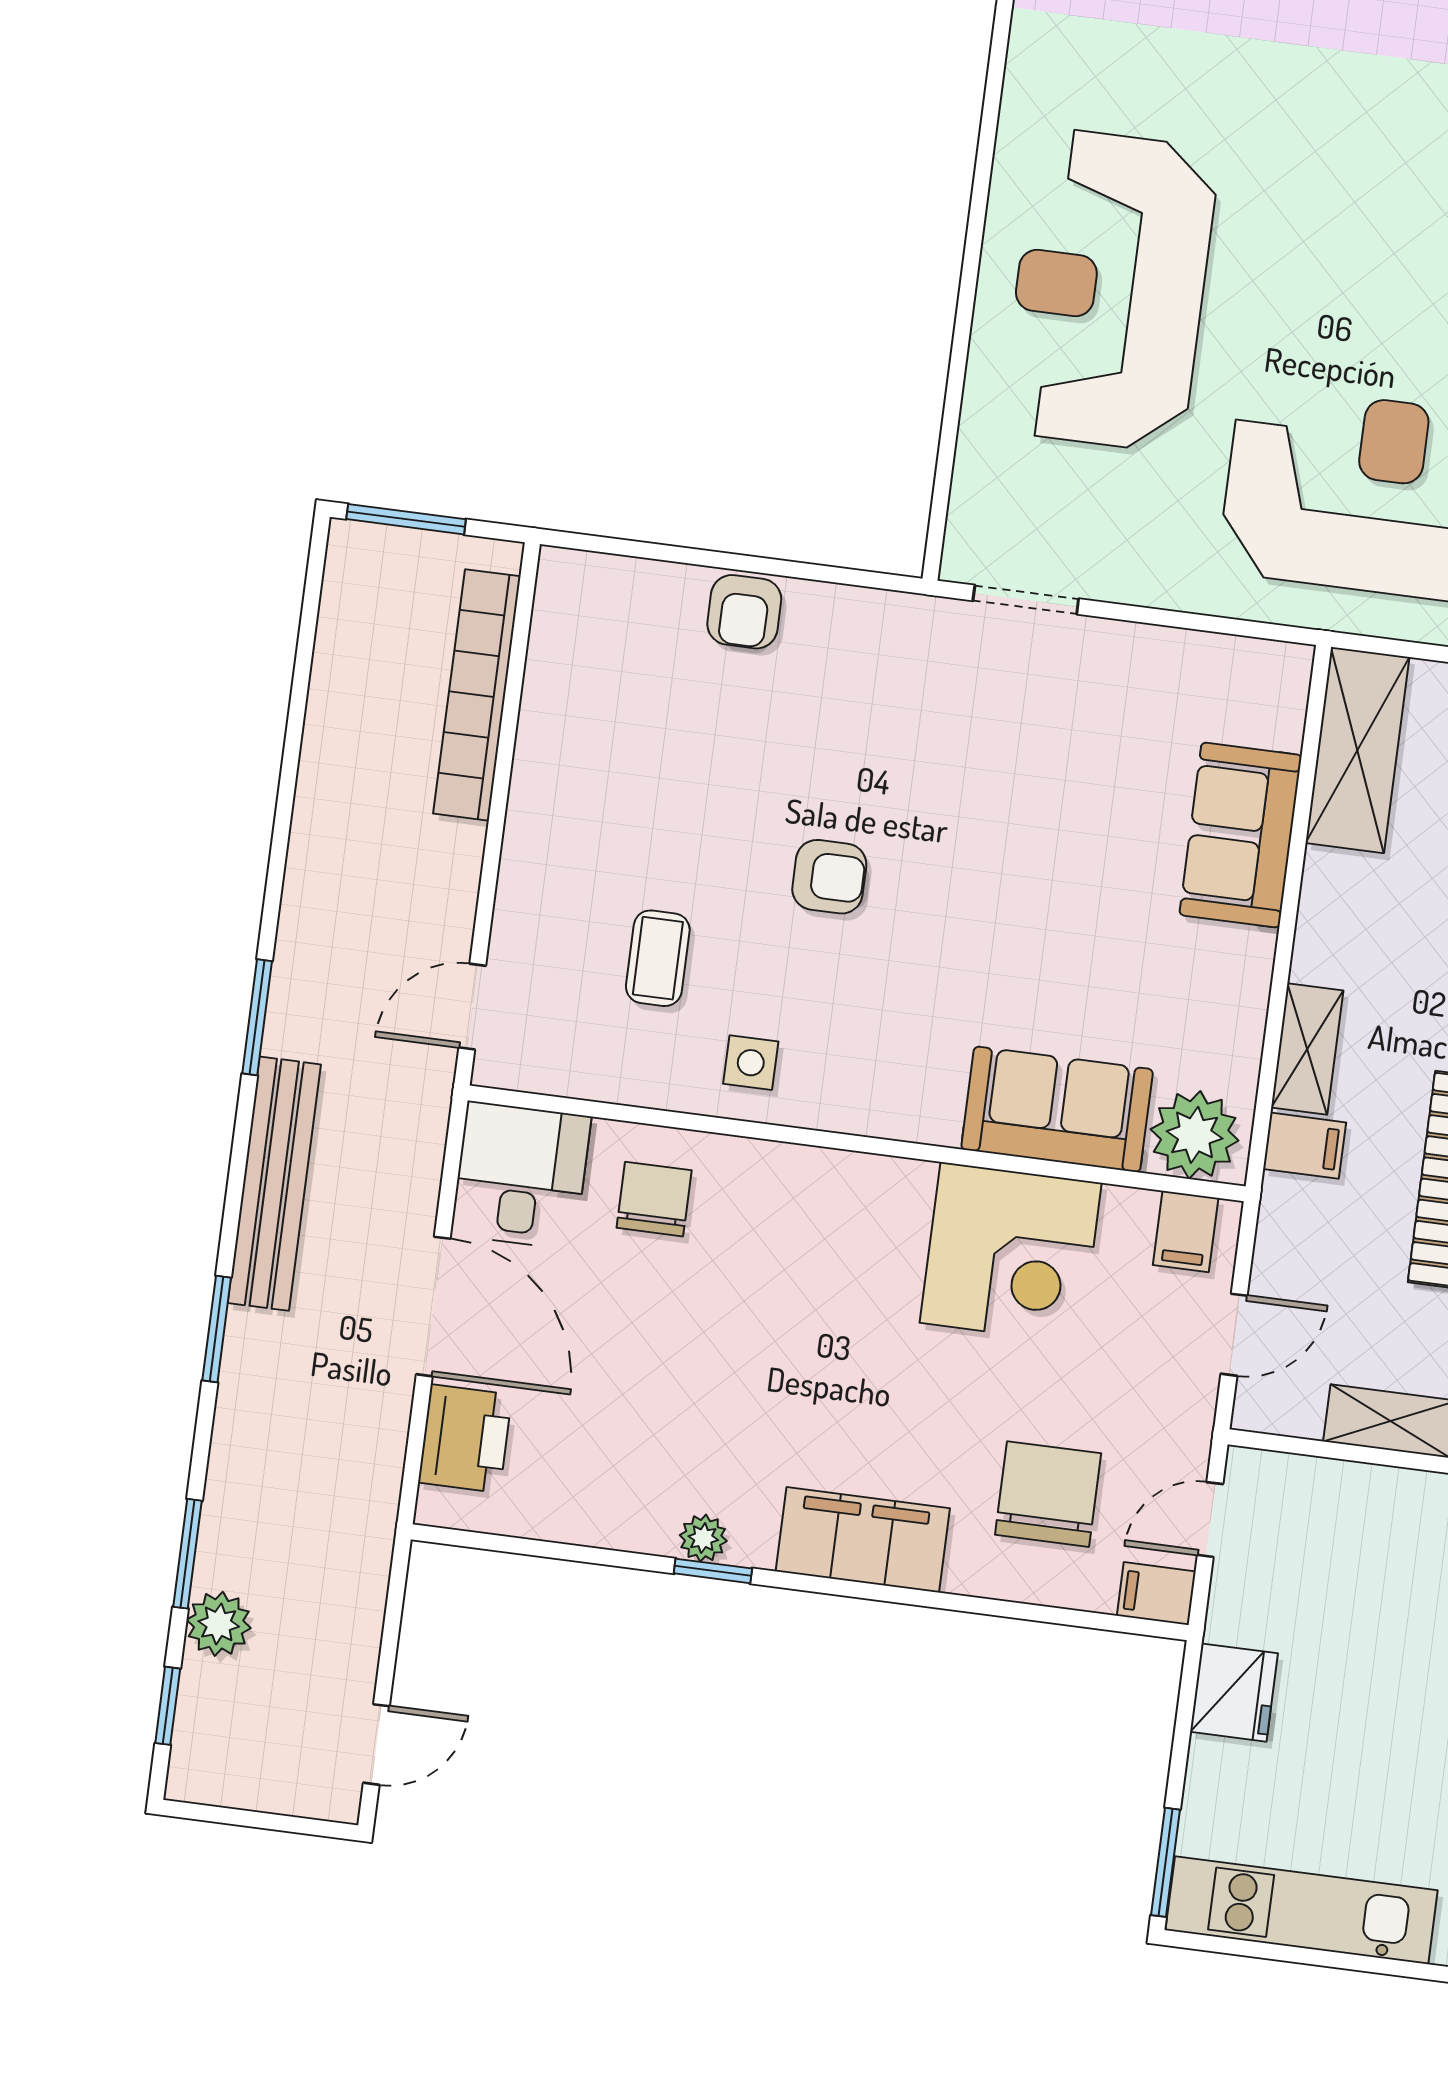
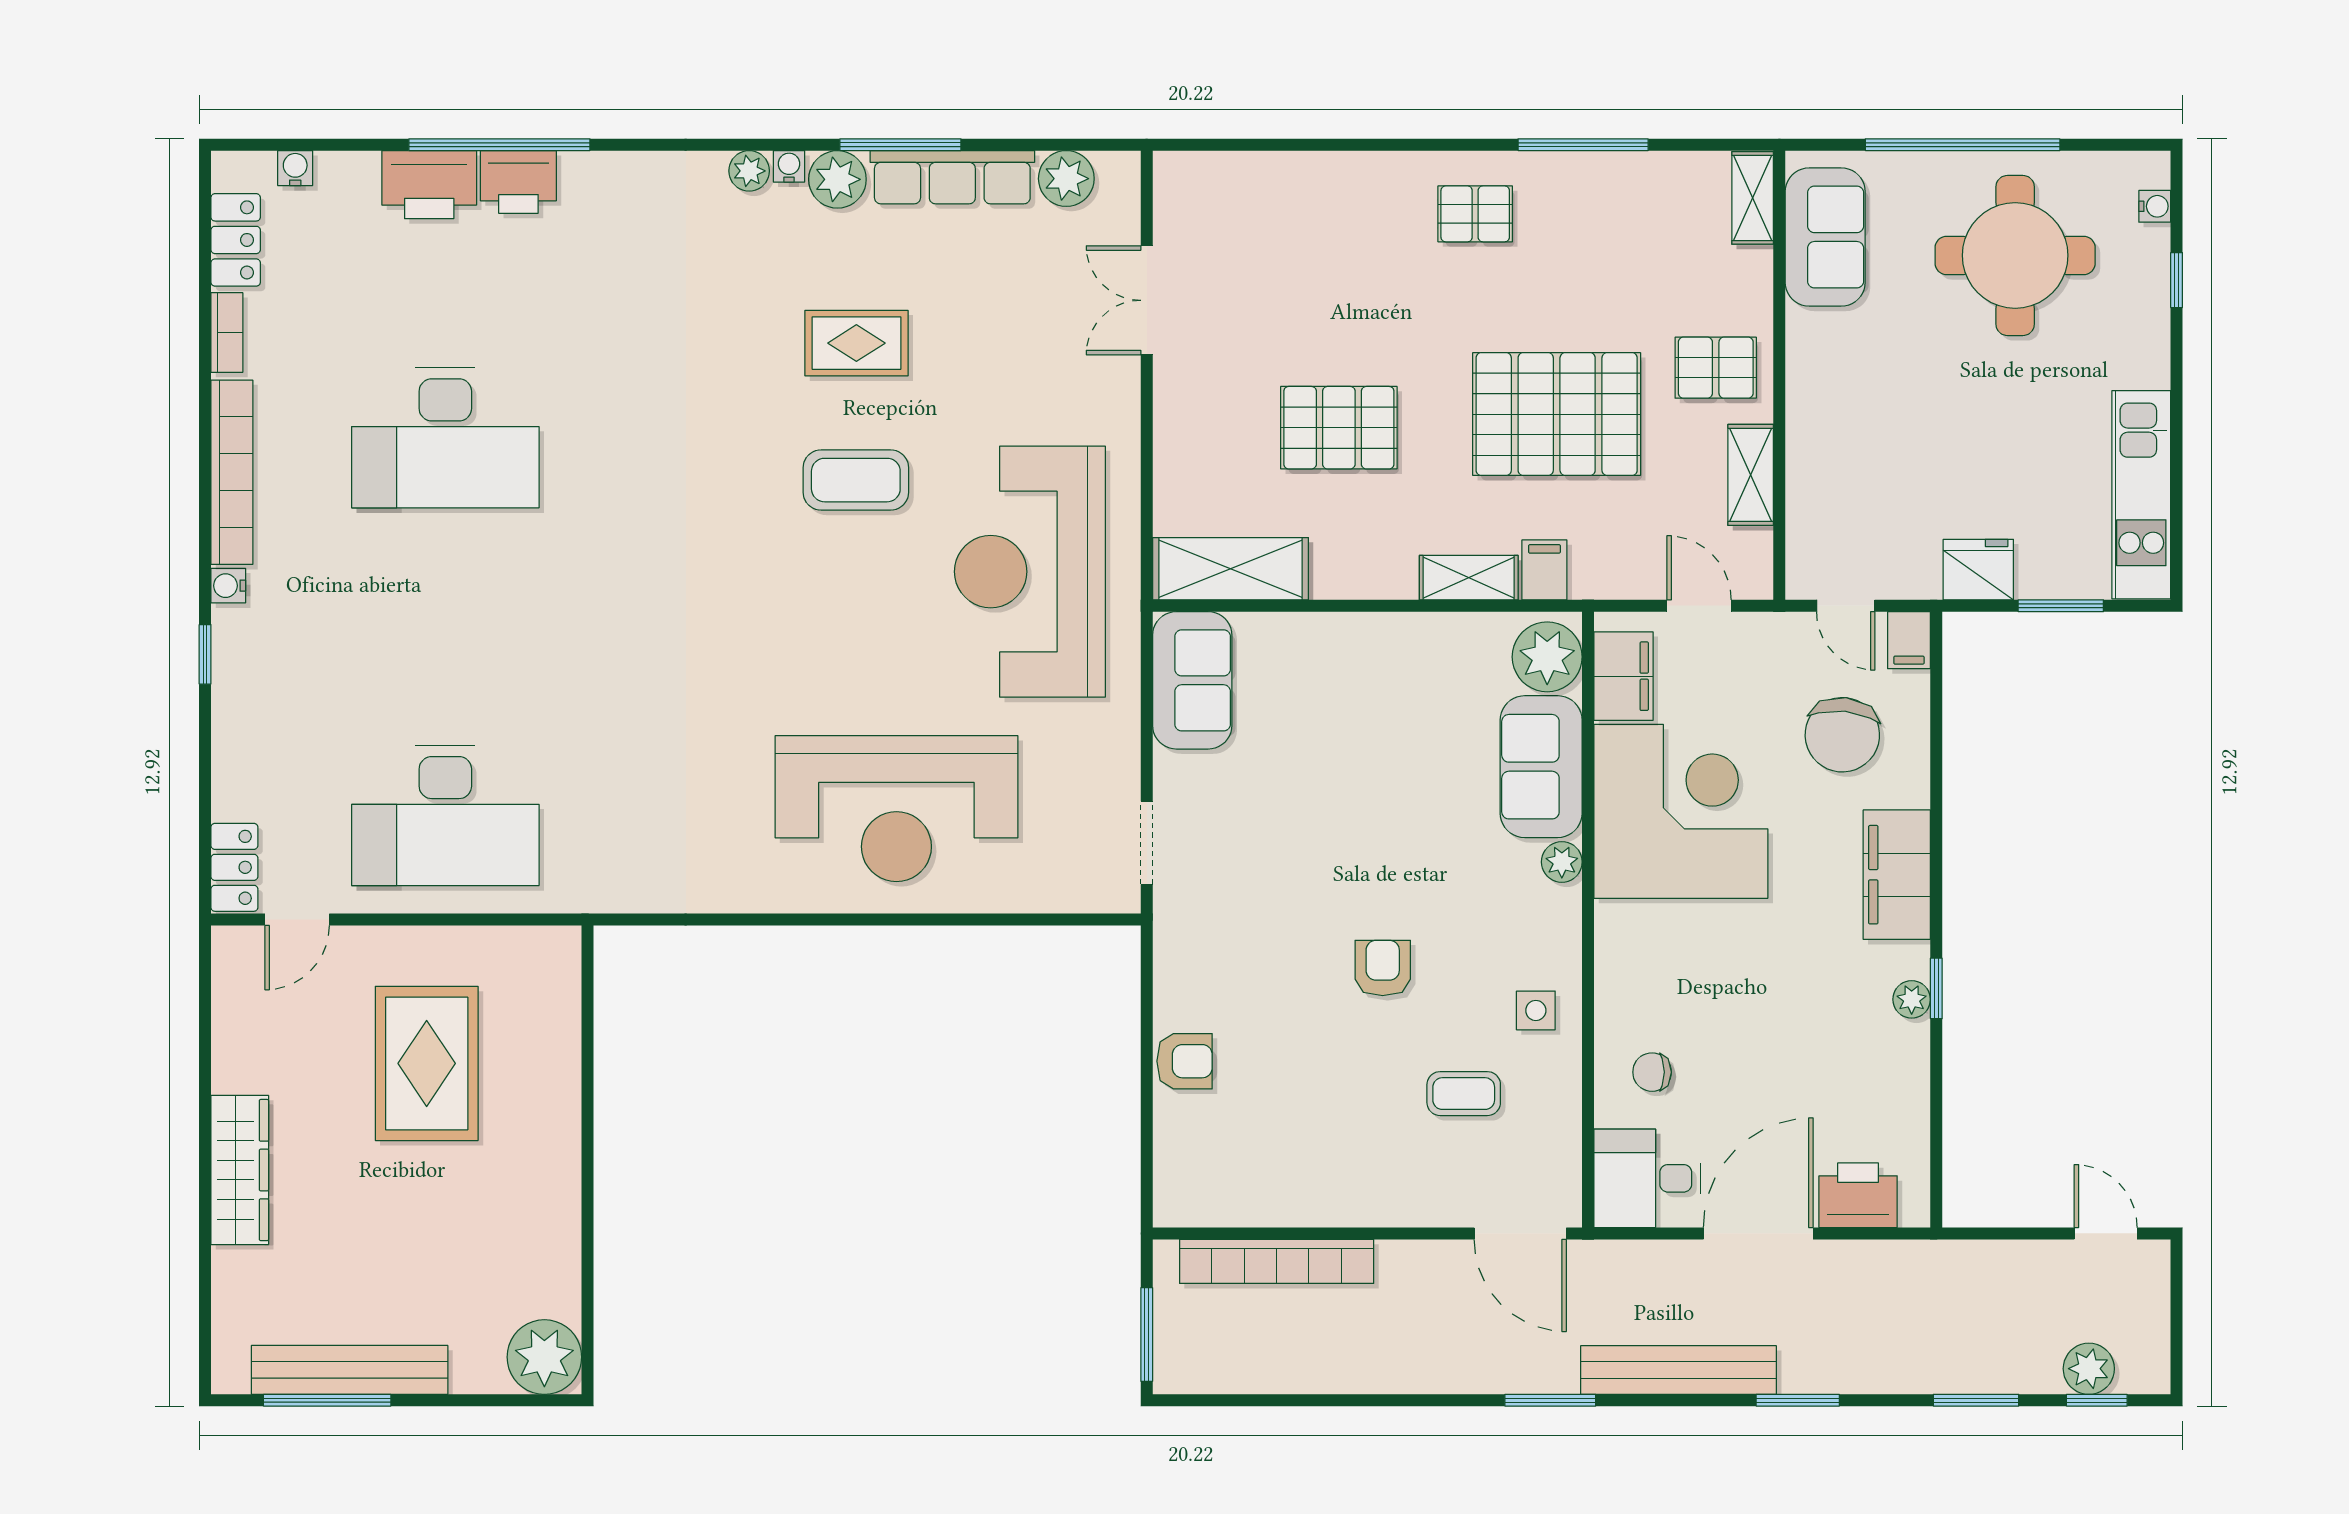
sofa: (1241, 835) -> (1192, 680), moved, turned -90
door: (472, 1007) -> (1520, 1233), width x1.38
plant: (934, 1120) -> (1562, 862), added
chair: (654, 1199) -> (1652, 1072), width x0.73, depth x0.73
filing cabinet: (1186, 1232) -> (1623, 676), width x2.00
corner desk: (1011, 1253) -> (1681, 811), width x1.36, depth x1.36
chair: (1048, 1494) -> (1842, 735), turned -84
plant: (219, 1624) -> (2089, 1369), moved
window: (1166, 1862) -> (2061, 606), moved

